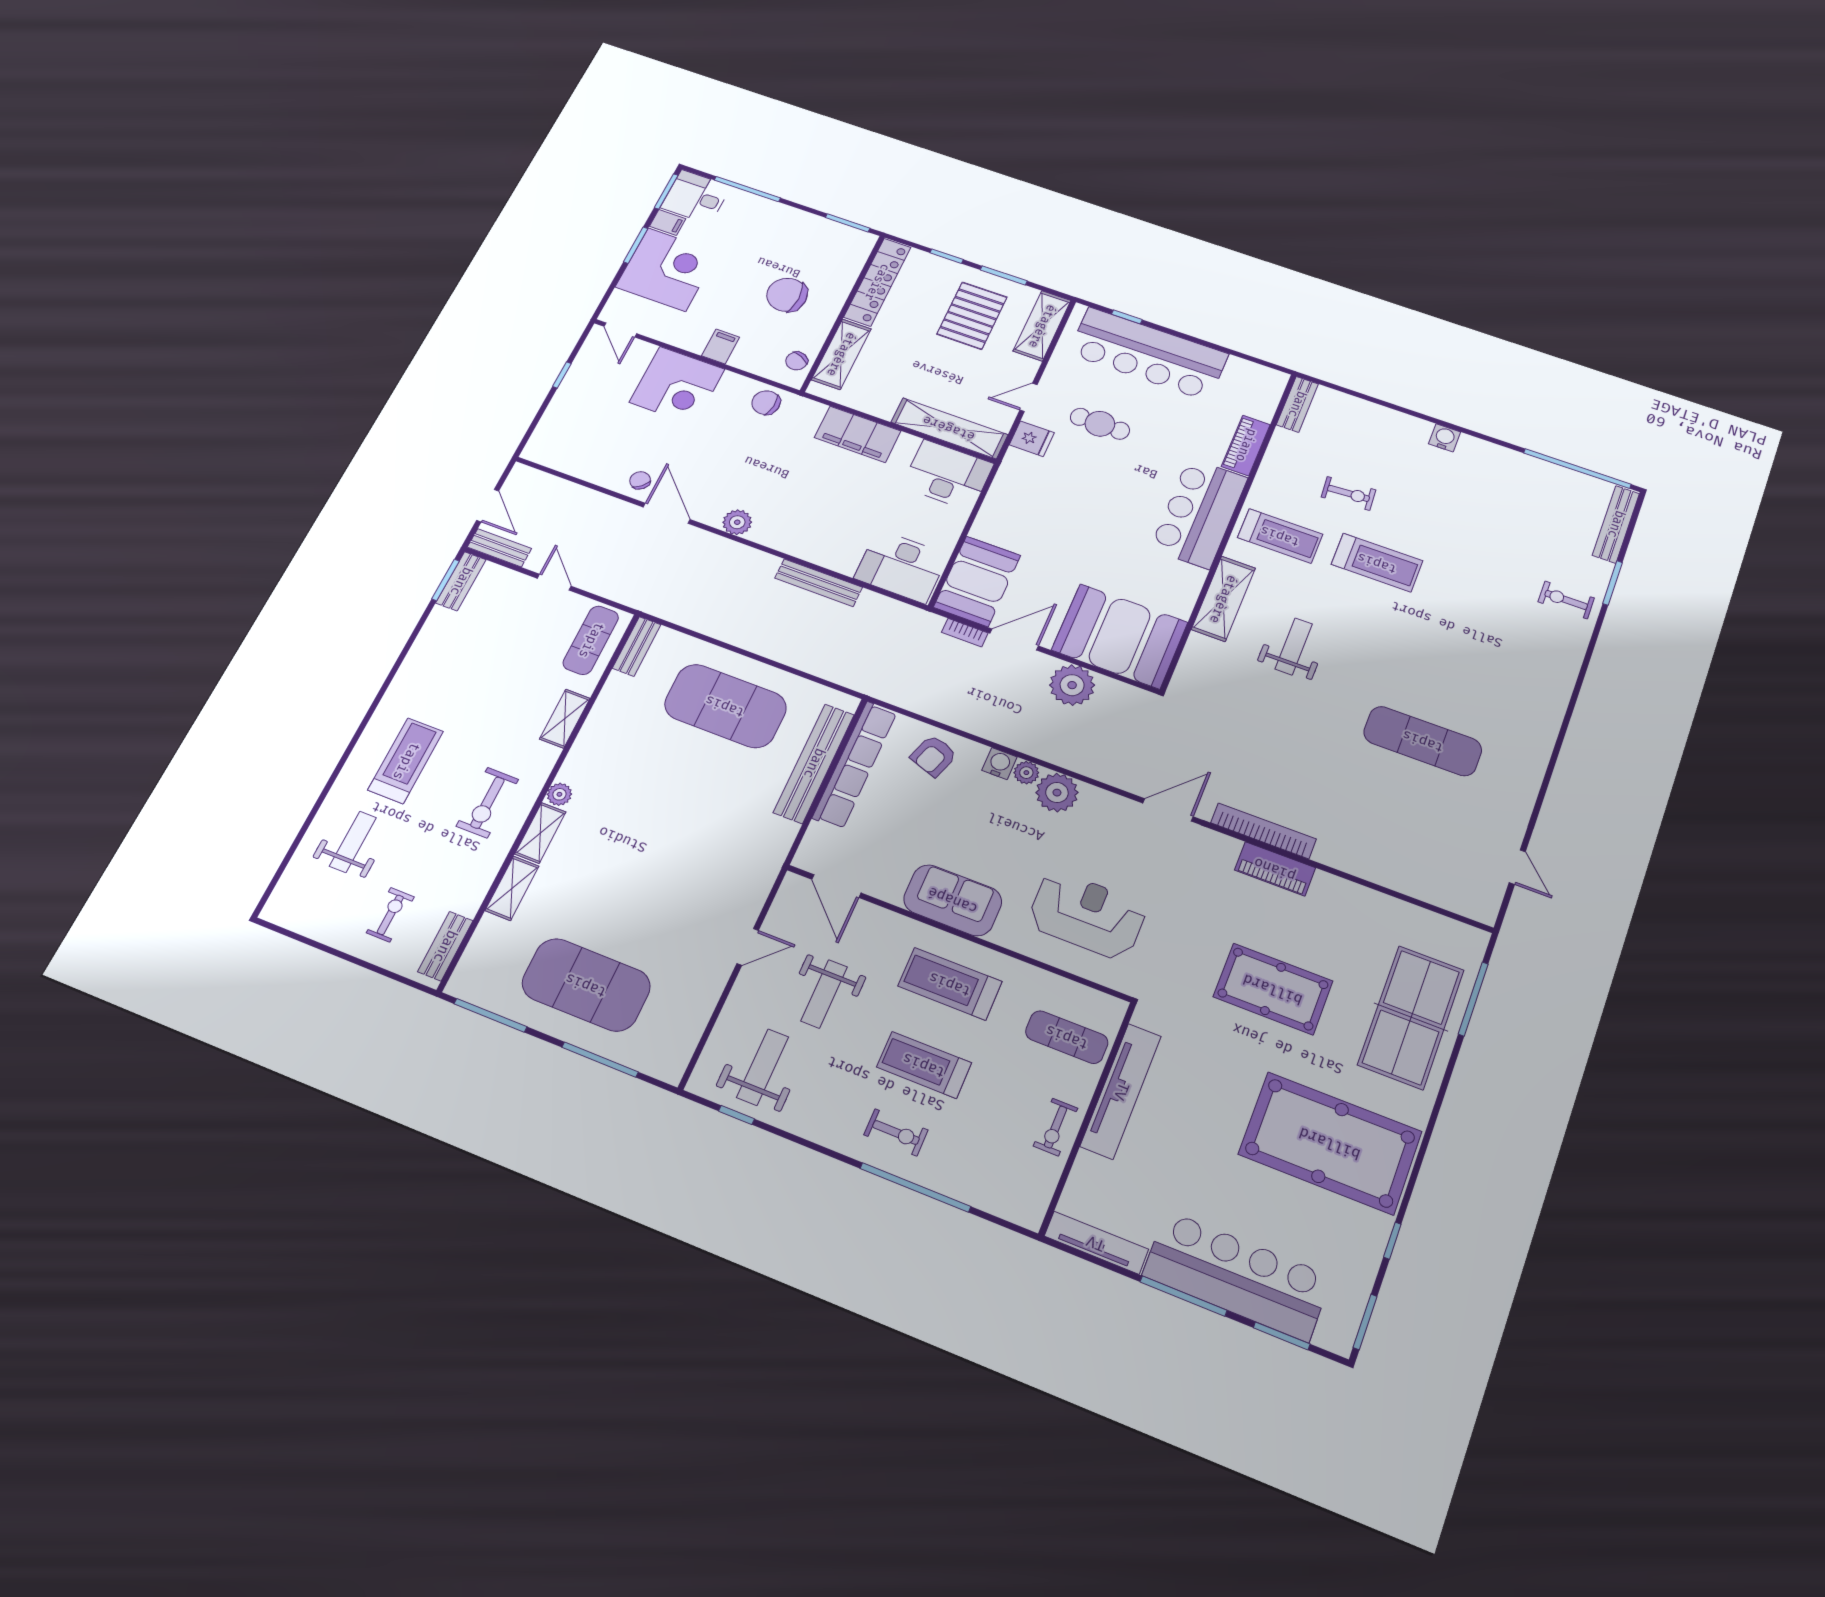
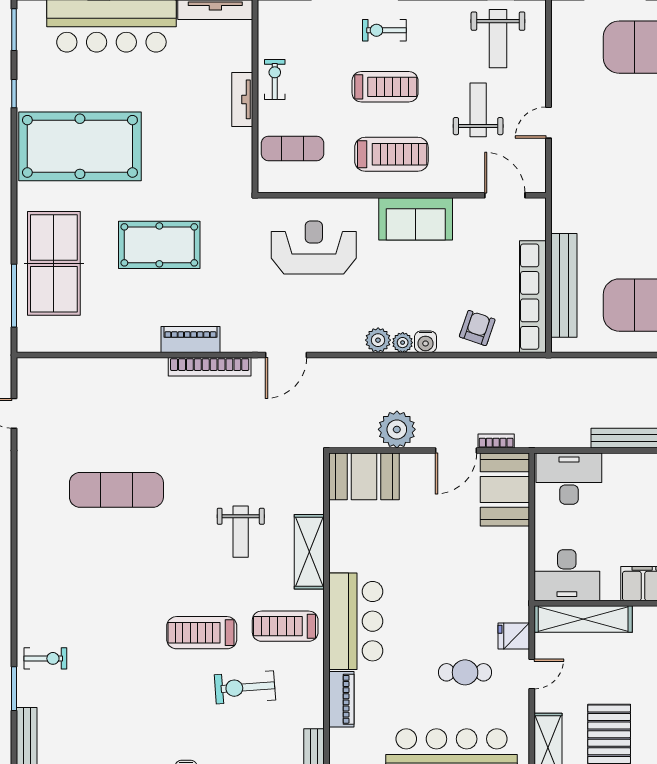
exercise bike: (1348, 493) -> (245, 687), width x1.38, depth x1.39
booth: (1120, 636) -> (364, 476), width x0.73, depth x0.70
plant: (1057, 793) -> (378, 340), width x0.73, depth x0.73
reception desk: (1087, 915) -> (314, 247), turned 180
tv unit: (1121, 1091) -> (242, 99), width x0.52, depth x0.78

